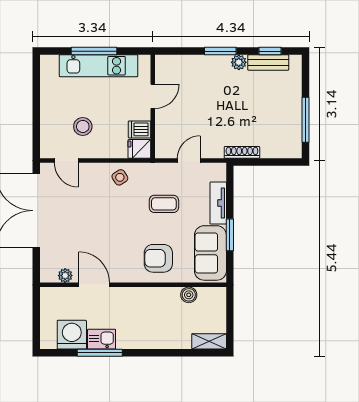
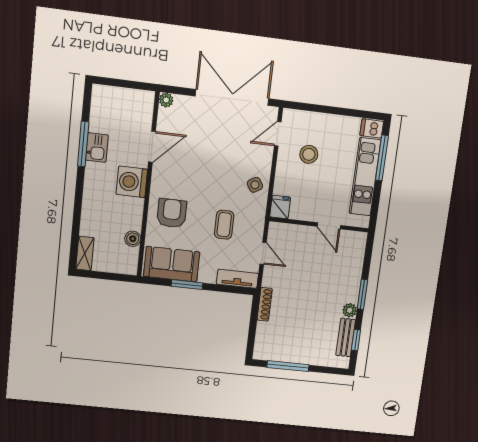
window: (94, 51) -> (382, 158), moved
dishwasher: (140, 129) -> (372, 128), moved, turned -90
tv unit: (218, 203) -> (237, 279), moved
plant: (65, 276) -> (166, 100), moved
washing machine: (72, 335) -> (132, 182), moved, turned 180

